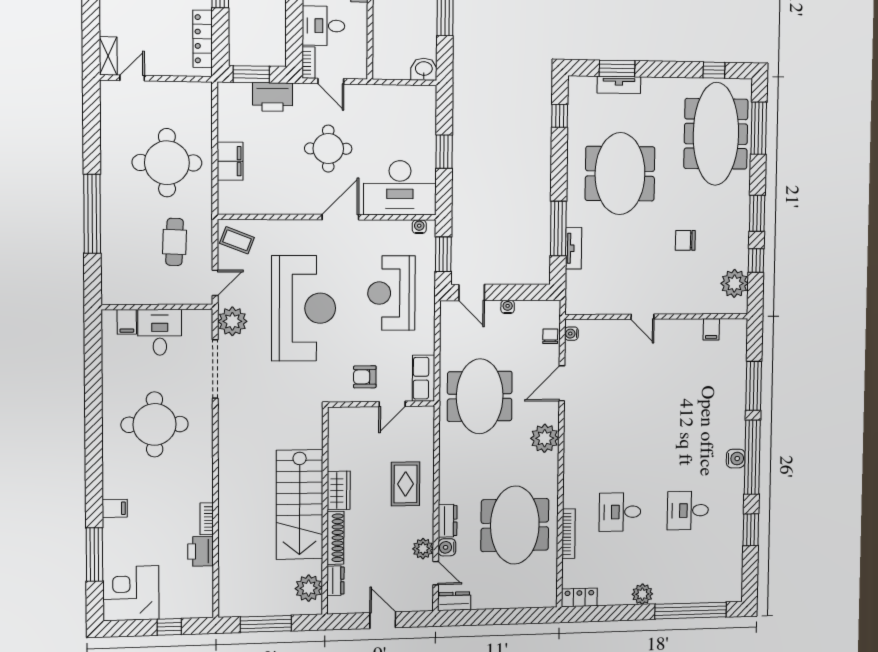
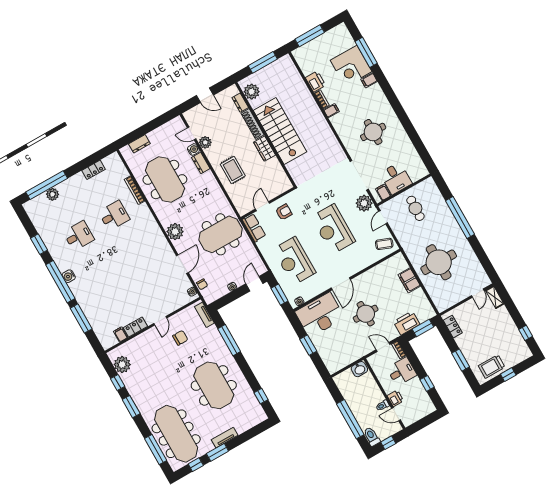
locker: (203, 39) -> (453, 327), width x0.66
window: (617, 68) -> (217, 452), moved
washbasin: (424, 69) -> (359, 369), moved
tv unit: (619, 85) -> (225, 438), moved
chair: (685, 240) -> (180, 338), moved
cafe table: (175, 242) -> (415, 208), moved
tv unit: (574, 248) -> (204, 315), moved
reception desk: (391, 293) -> (294, 261), turned 180
door: (472, 293) -> (254, 284), hinge flipped
reception desk: (304, 308) -> (333, 229), width x0.74, depth x0.77
door: (642, 317) -> (160, 321), swing flipped
filing cabinet: (127, 322) -> (383, 192), moved
locker: (684, 328) -> (135, 327), added
meeting table: (480, 396) -> (221, 234), turned 90
round table: (155, 424) -> (373, 132), width x0.73, depth x0.73
filing cabinet: (202, 493) -> (331, 111), added
corner desk: (131, 593) -> (351, 66), moved, turned 90
plant: (642, 594) -> (52, 194), moved
locker: (579, 598) -> (94, 170), moved
dresser: (454, 601) -> (139, 144), moved
window: (169, 627) -> (310, 36), width x2.17

